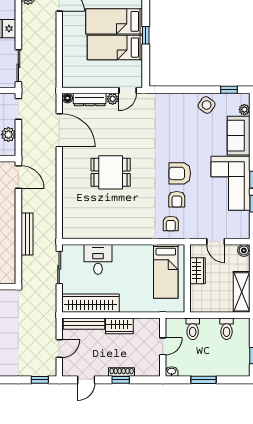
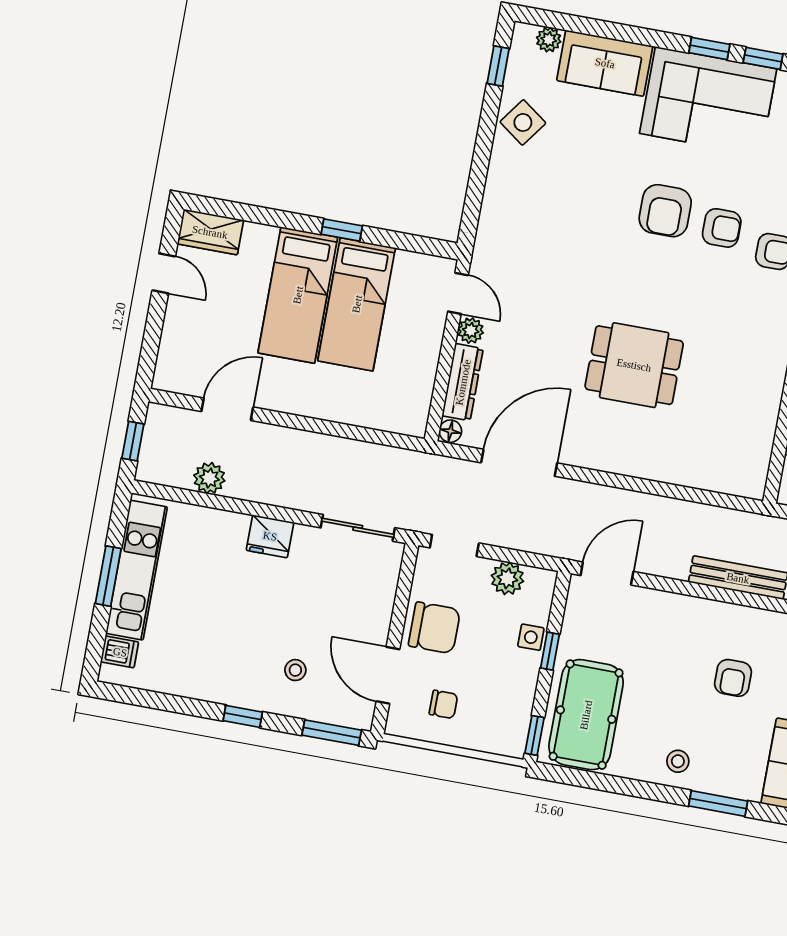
dining table: (111, 172) -> (634, 365), turned 90

